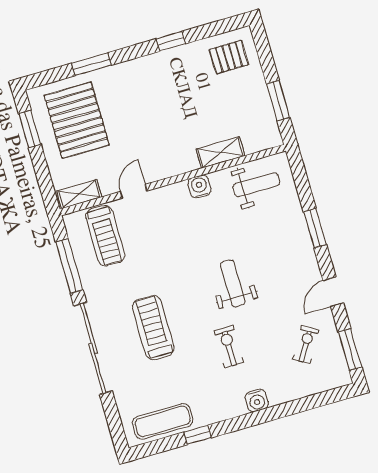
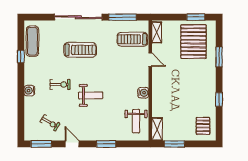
pallet: (77, 120) -> (193, 42), turned 90
shelving: (220, 152) -> (157, 129), moved

